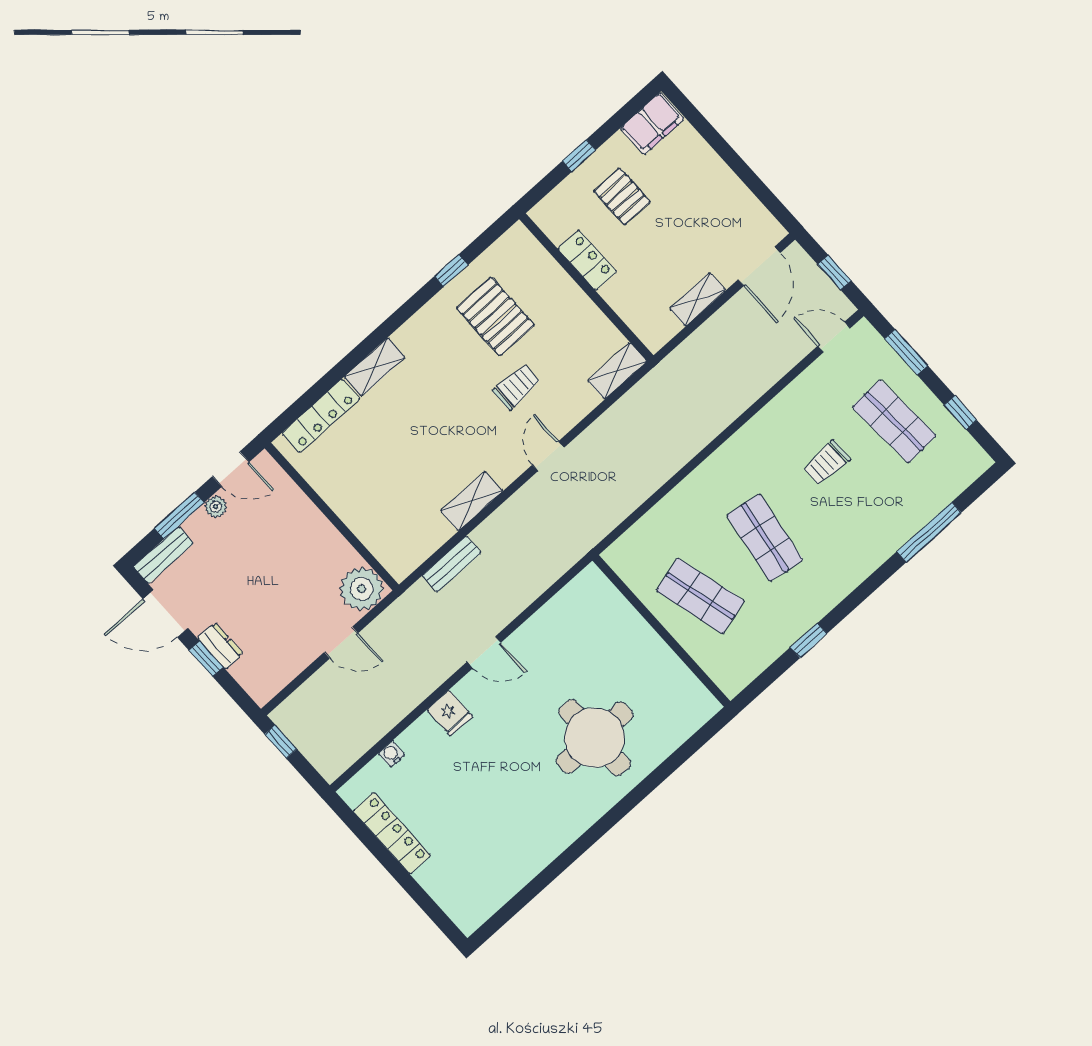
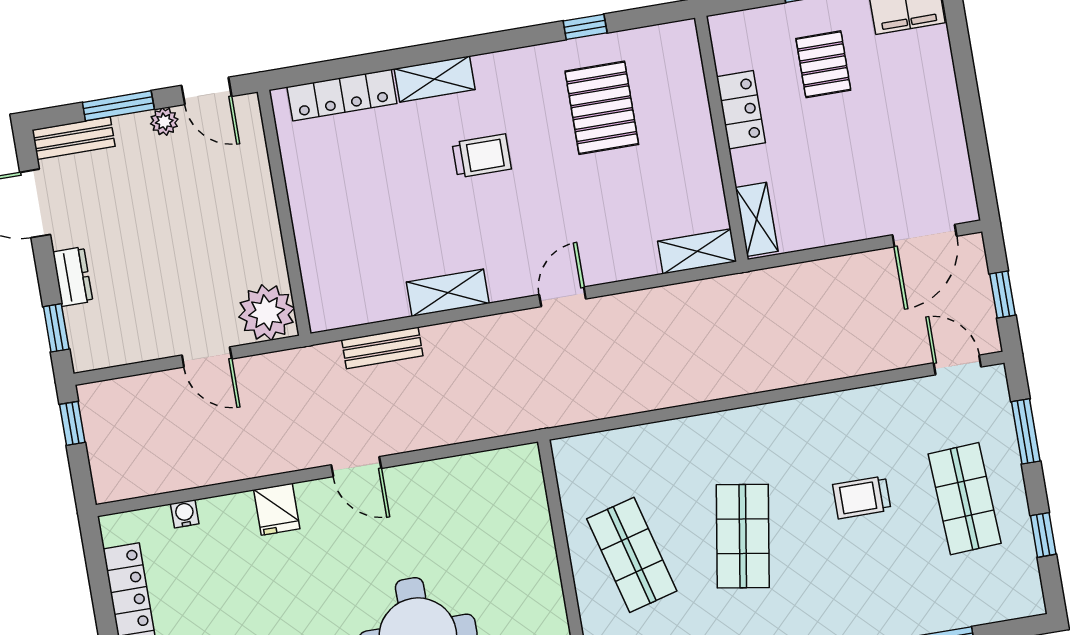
shelving: (698, 299) -> (757, 219), moved, turned 90
trolley: (517, 387) -> (482, 156), moved
window: (206, 659) -> (56, 328), moved

